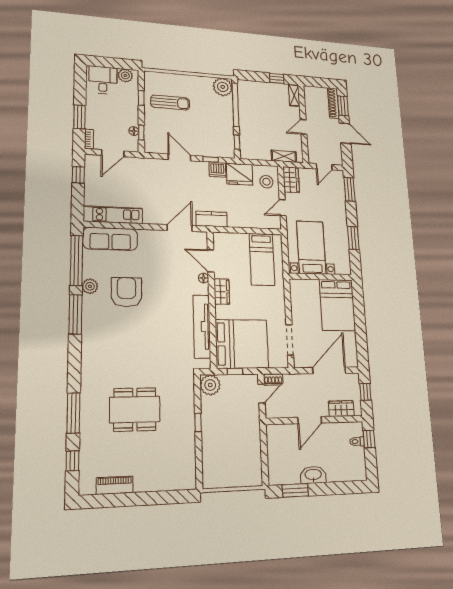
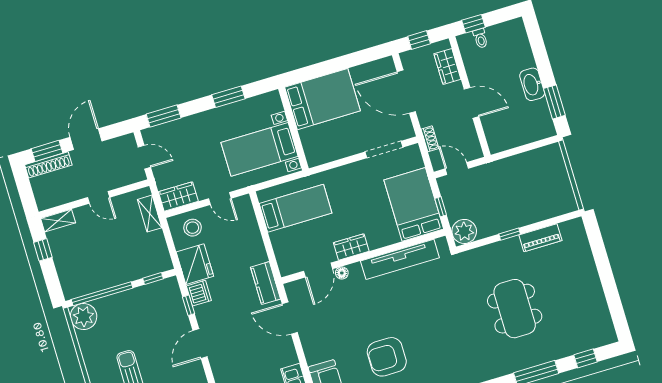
bed: (242, 344) -> (414, 204), width x0.73
shoe rack: (273, 379) -> (430, 139), moved
piano: (115, 485) -> (540, 238), moved, turned -90

